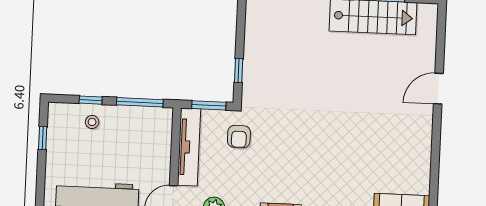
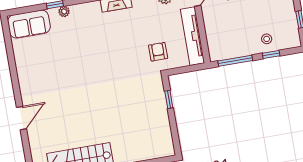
window: (209, 105) -> (185, 69), removed

